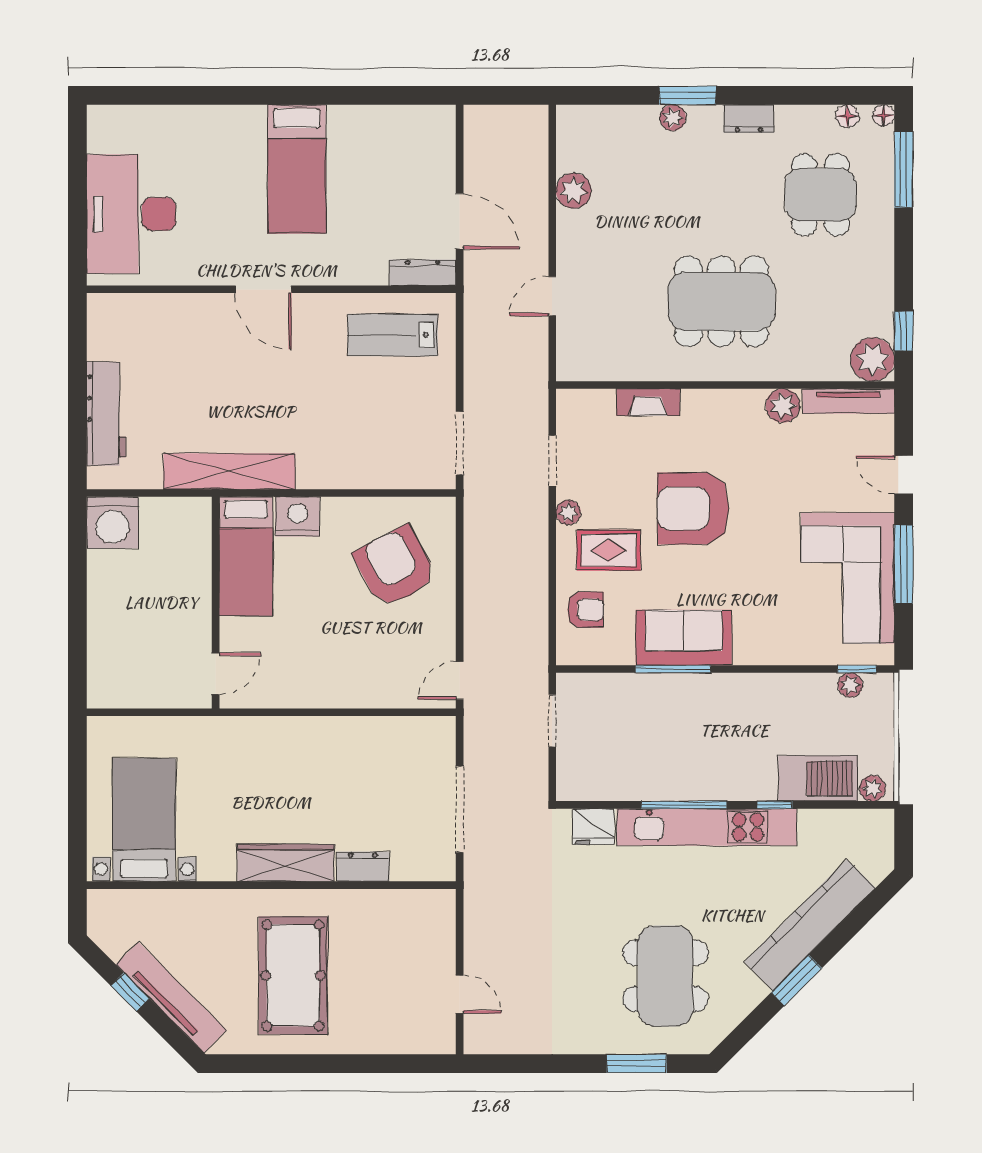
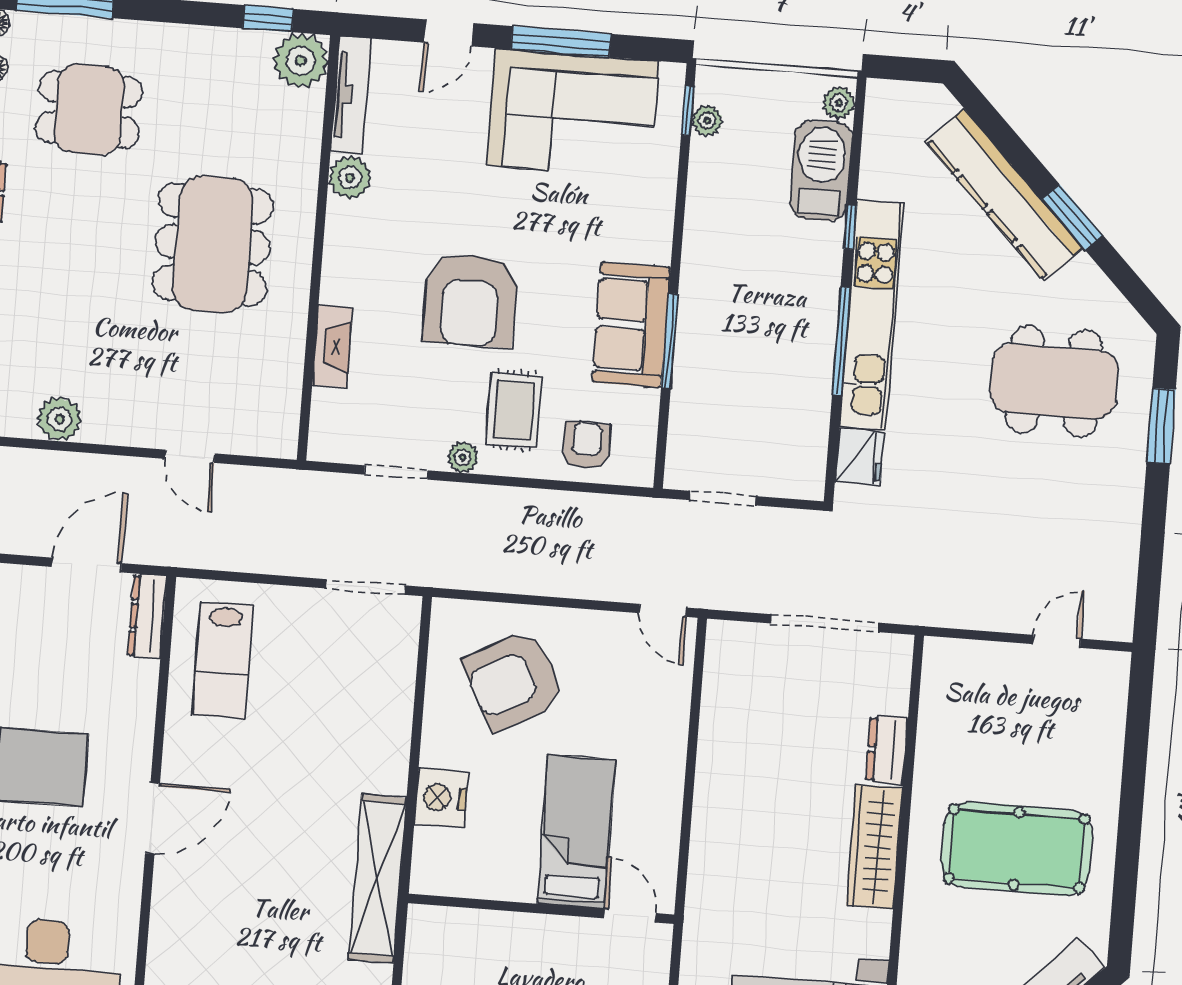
bed: (246, 556) -> (576, 832), moved, turned -90

